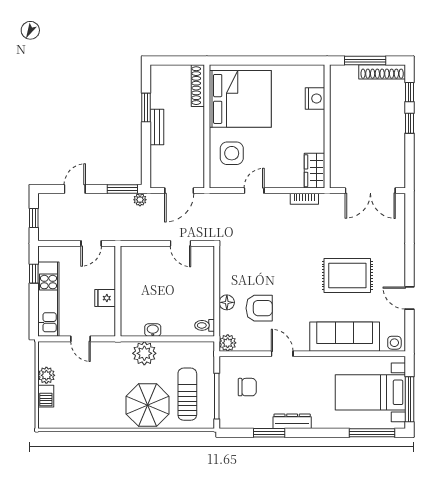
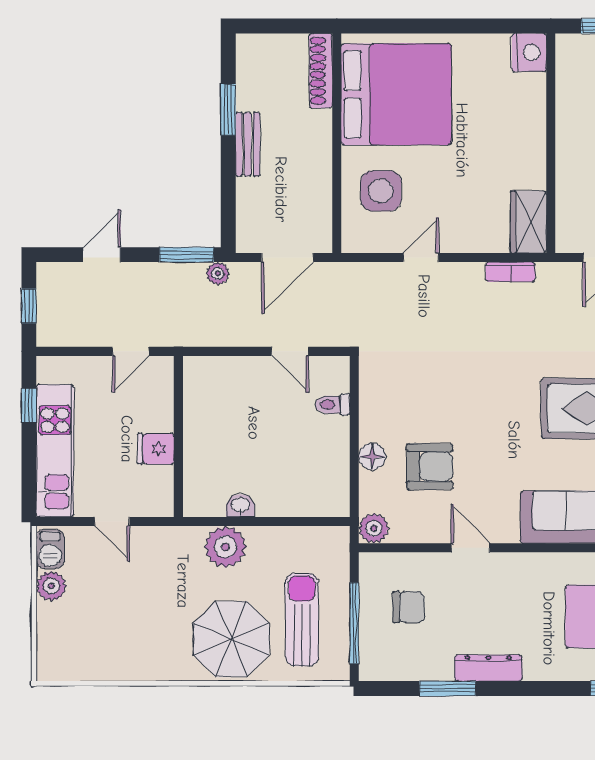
nightstand: (315, 98) -> (529, 53), moved
toilet: (205, 325) -> (333, 405), moved
barbecue: (46, 396) -> (50, 549), moved

